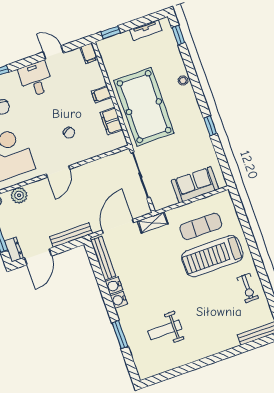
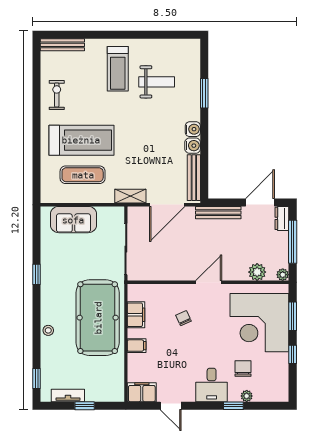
window: (111, 32) -> (85, 406), moved
filing cabinet: (89, 53) -> (142, 392), width x2.00
desk: (36, 79) -> (212, 385), moved
treadmill: (203, 329) -> (118, 69), added

